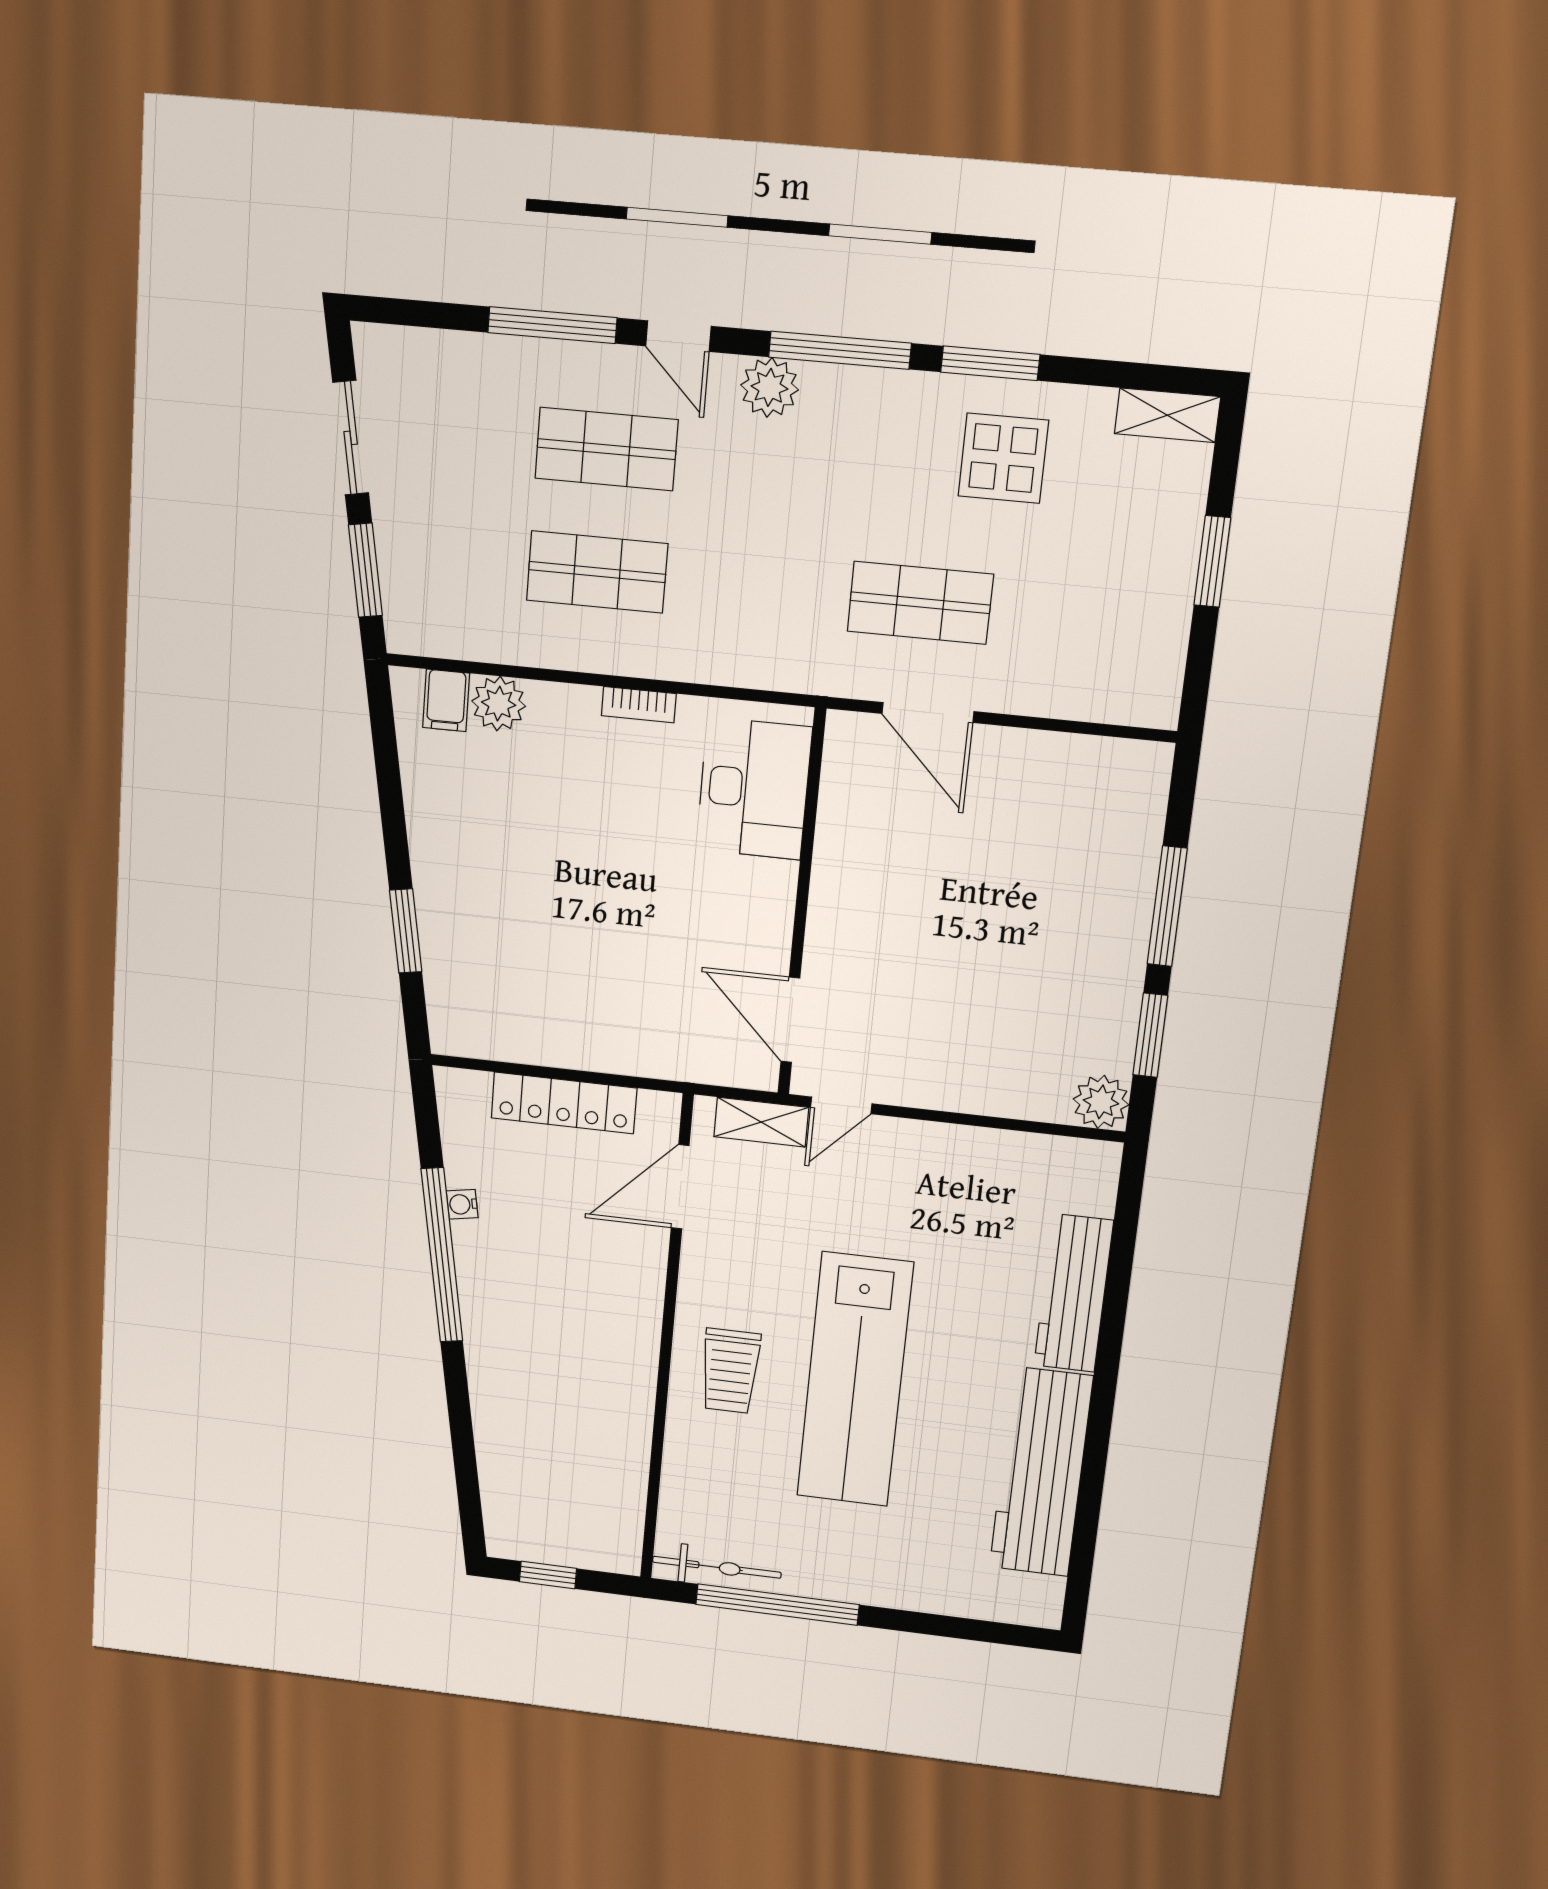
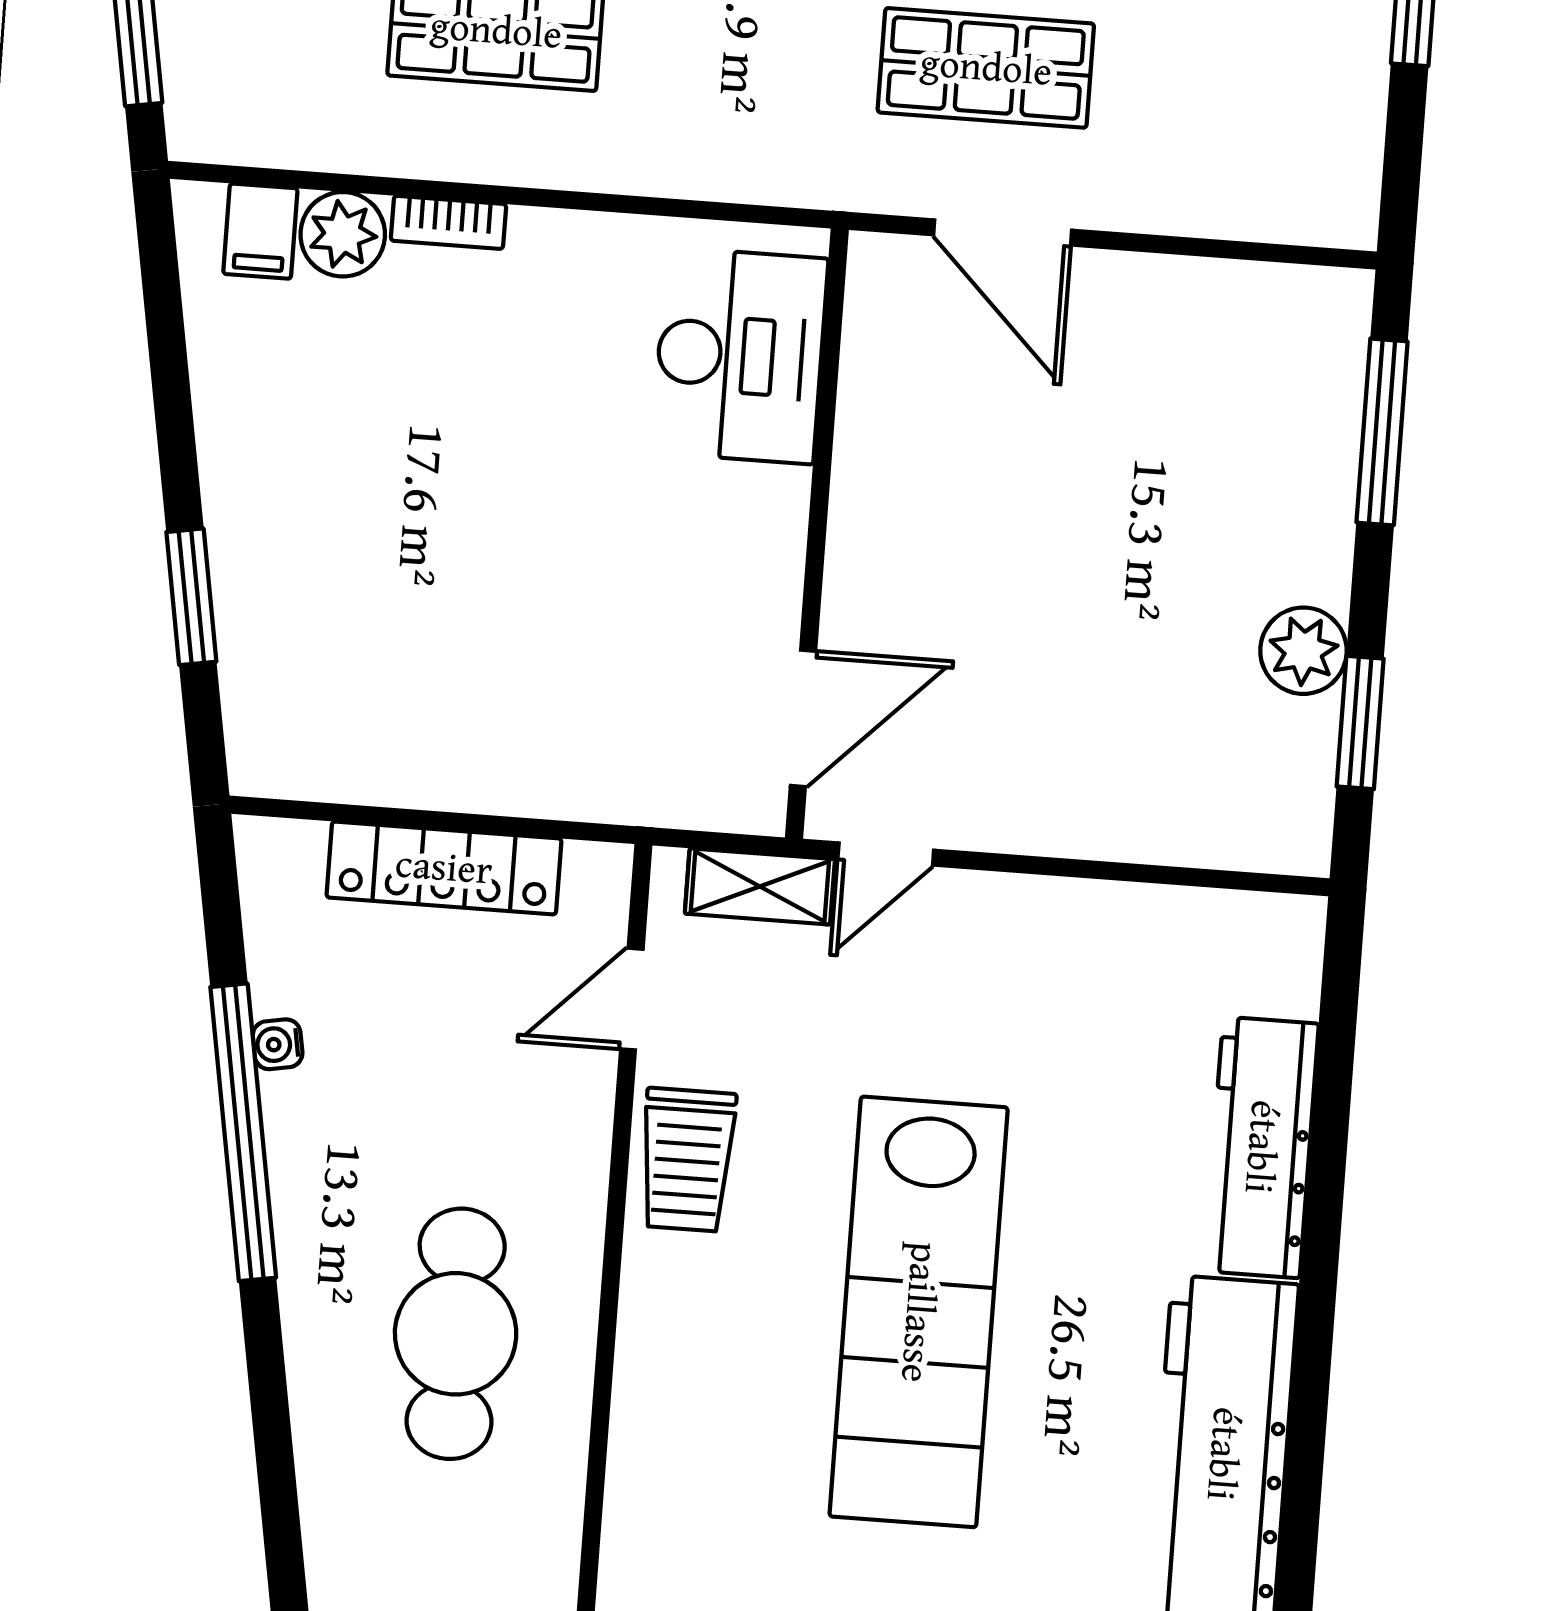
bookcase: (639, 705) -> (448, 222), moved
window: (1167, 906) -> (1382, 432), moved
door: (790, 1020) -> (803, 718), swing flipped
plant: (1101, 1102) -> (1303, 651), moved
door: (680, 1187) -> (632, 999), width x0.73
trolley: (730, 1371) -> (687, 1160), moved
cafe table: (571, 1378) -> (456, 1334), added

